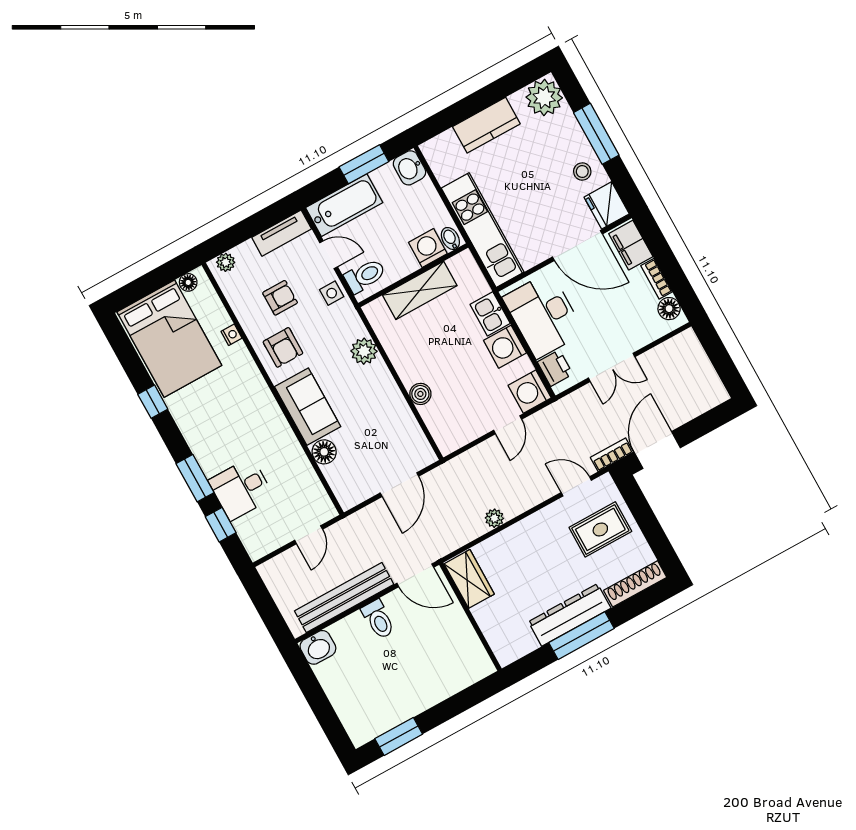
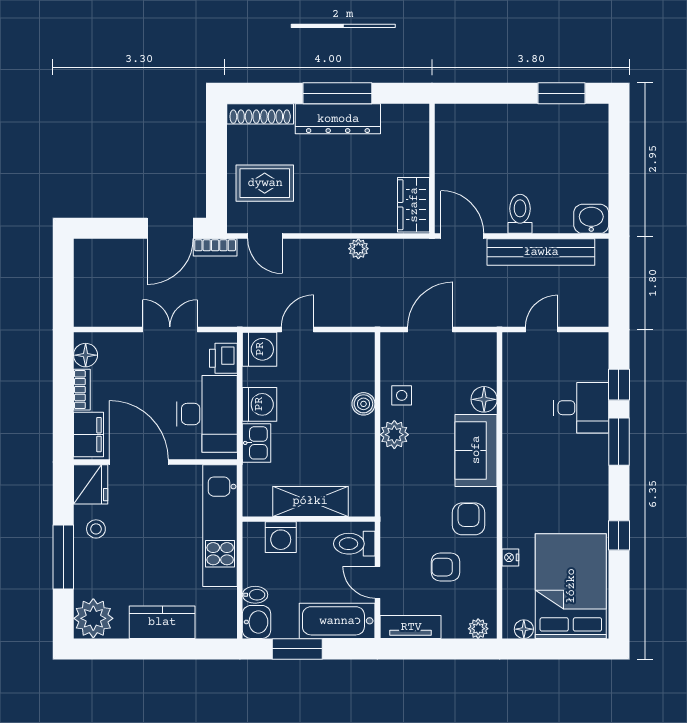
bidet: (450, 239) -> (255, 595), moved, turned -90
side table: (332, 293) -> (402, 395), moved
plant: (364, 351) -> (394, 435), moved

